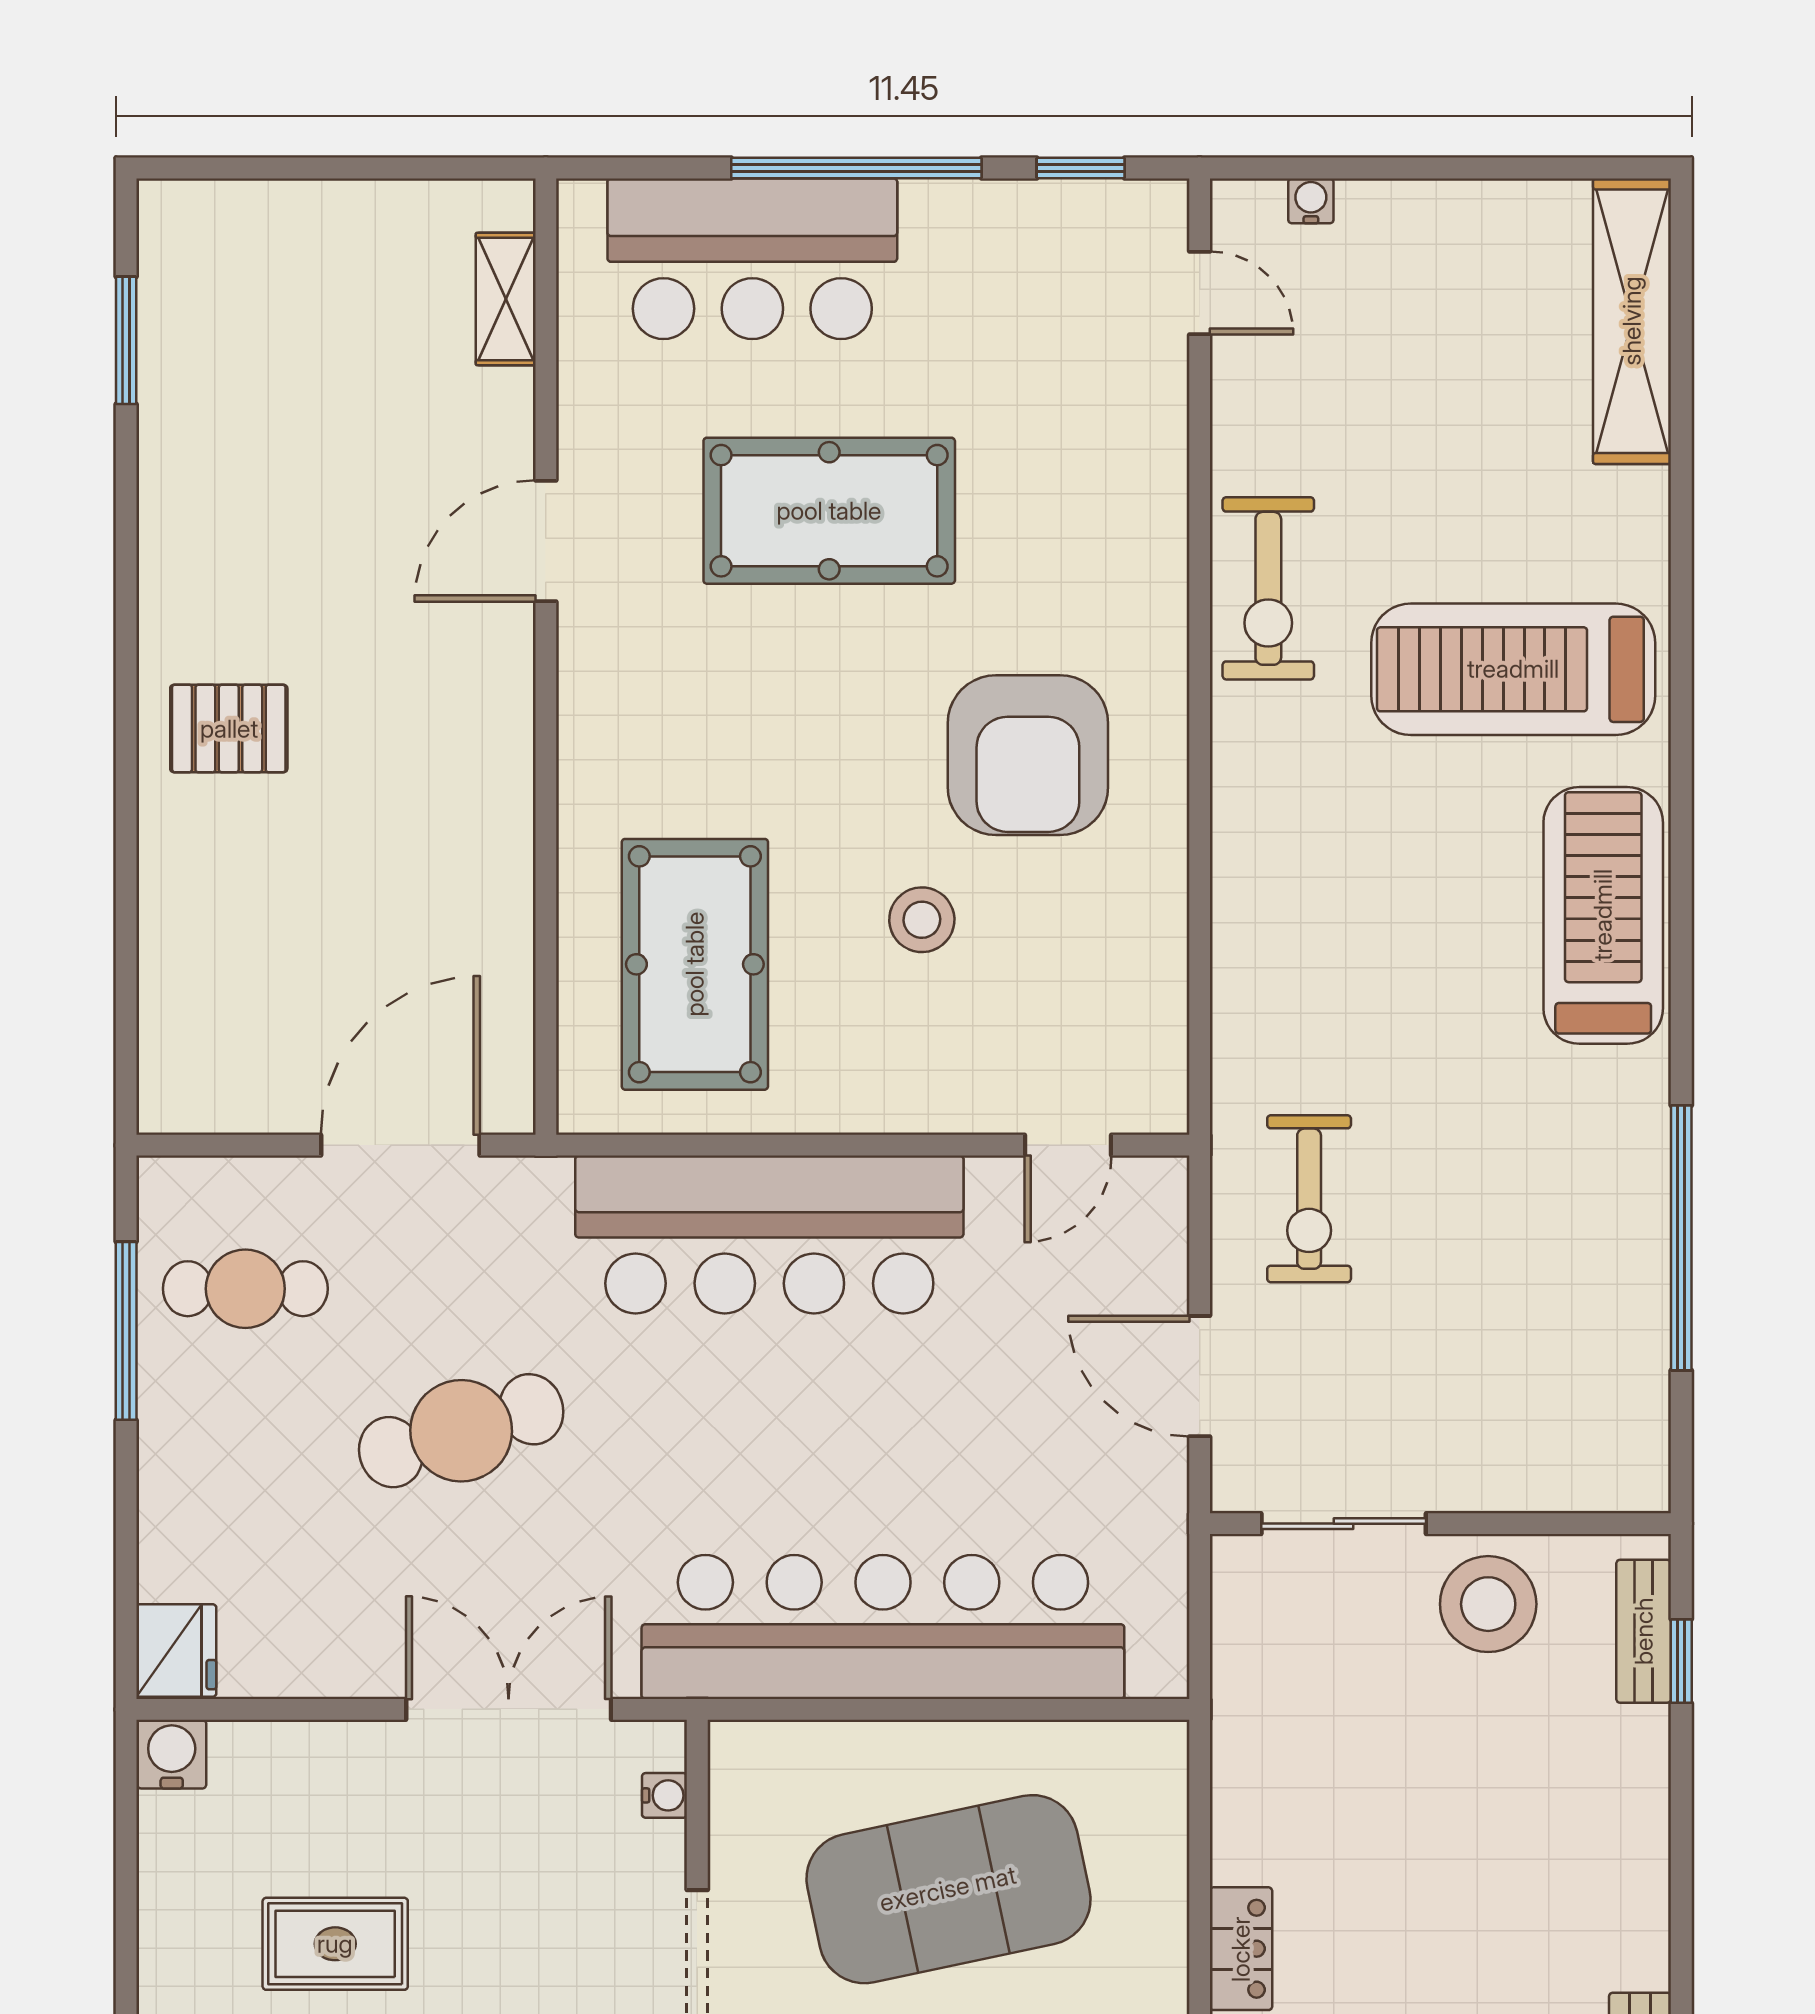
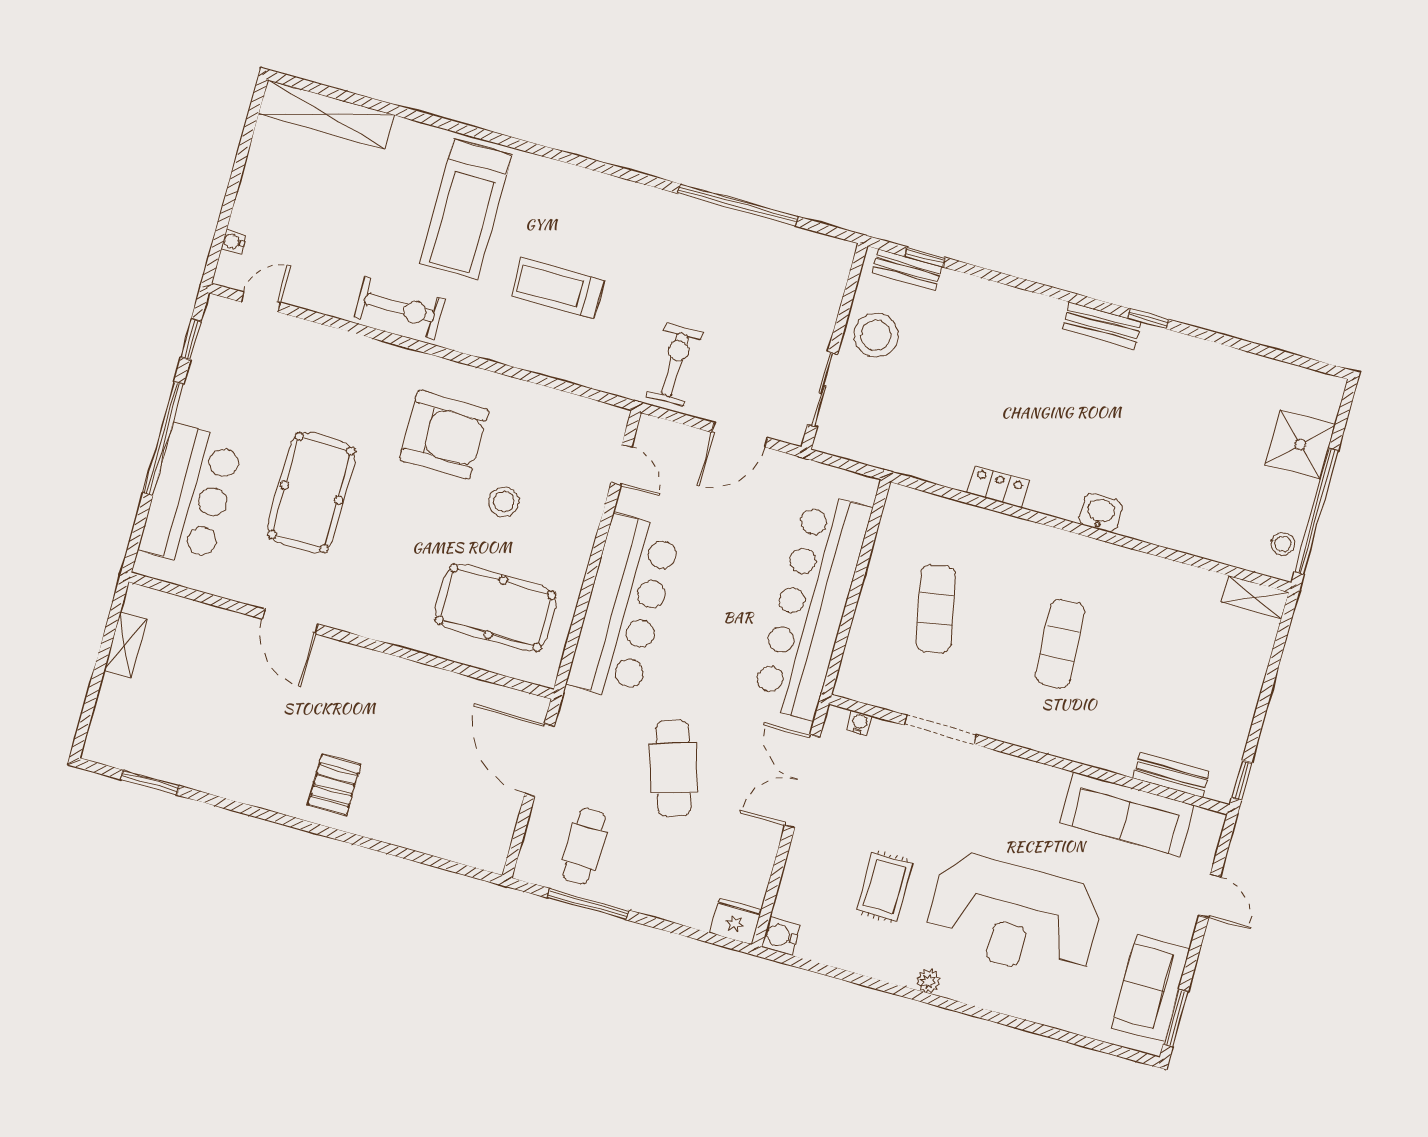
shelving: (506, 299) -> (125, 645), moved, turned 90
treadmill: (1603, 915) -> (558, 288), moved, width x0.73, depth x0.73
exercise bike: (1309, 1199) -> (675, 365), turned -90
exercise mat: (948, 1889) -> (936, 609), width x0.50, depth x0.69

